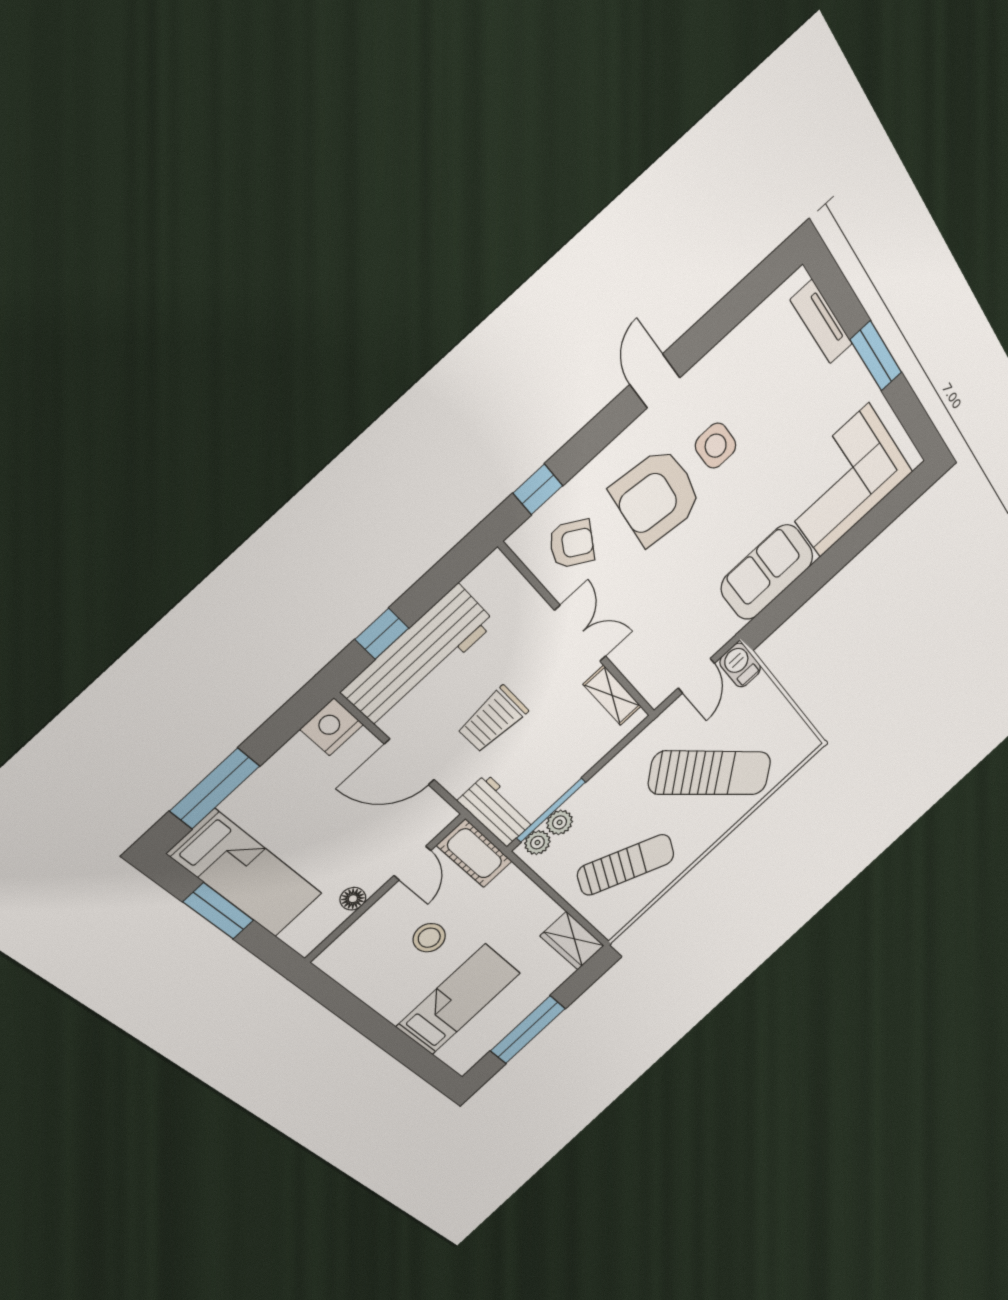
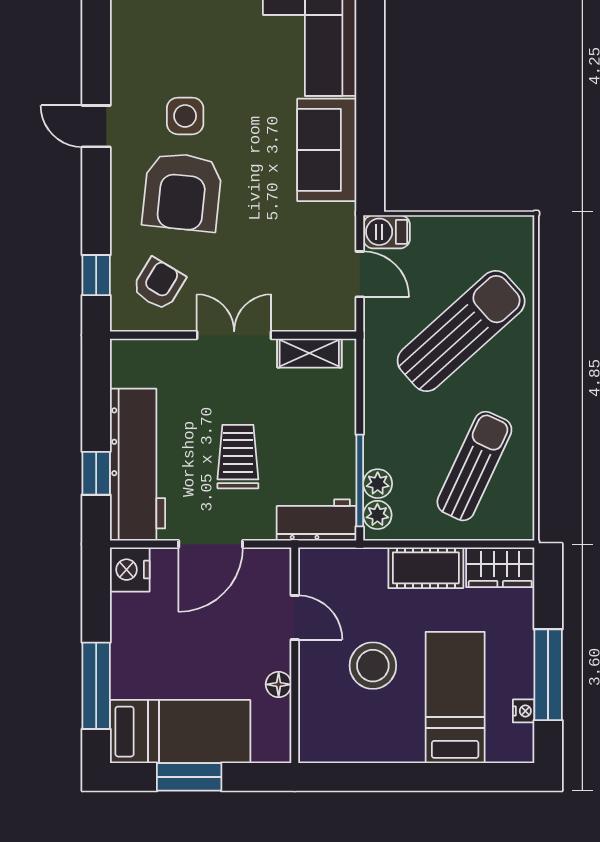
trolley: (493, 719) -> (238, 457), turned 180
cot: (475, 853) -> (426, 568), moved
stool: (429, 938) -> (373, 666), width x1.38, depth x1.38
nightstand: (490, 1040) -> (524, 711), added

